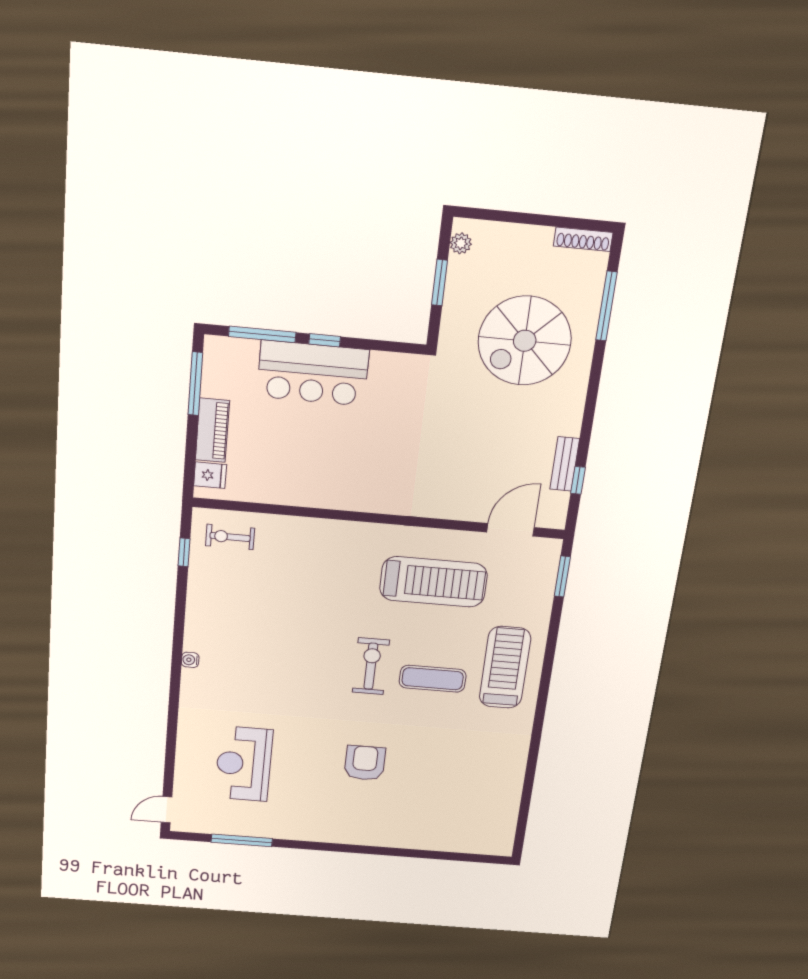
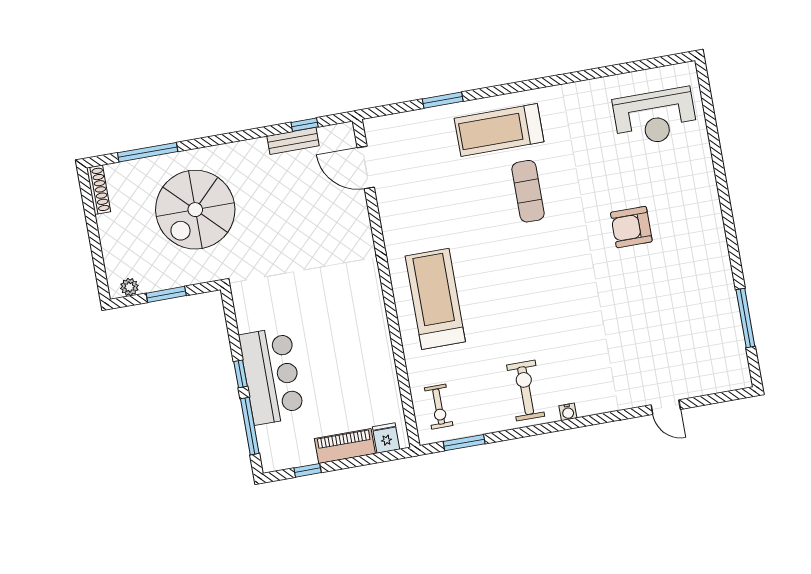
spiral stairs: (525, 341) -> (195, 210), turned 90
window: (195, 384) -> (308, 470), width x0.46
window: (184, 552) -> (464, 443), width x1.50
window: (562, 576) -> (443, 100), moved
treadmill: (433, 582) -> (435, 299), moved
exercise bike: (371, 666) -> (526, 391), moved, turned 90
reception desk: (244, 764) -> (655, 117), moved
door: (167, 810) -> (666, 407), moved

